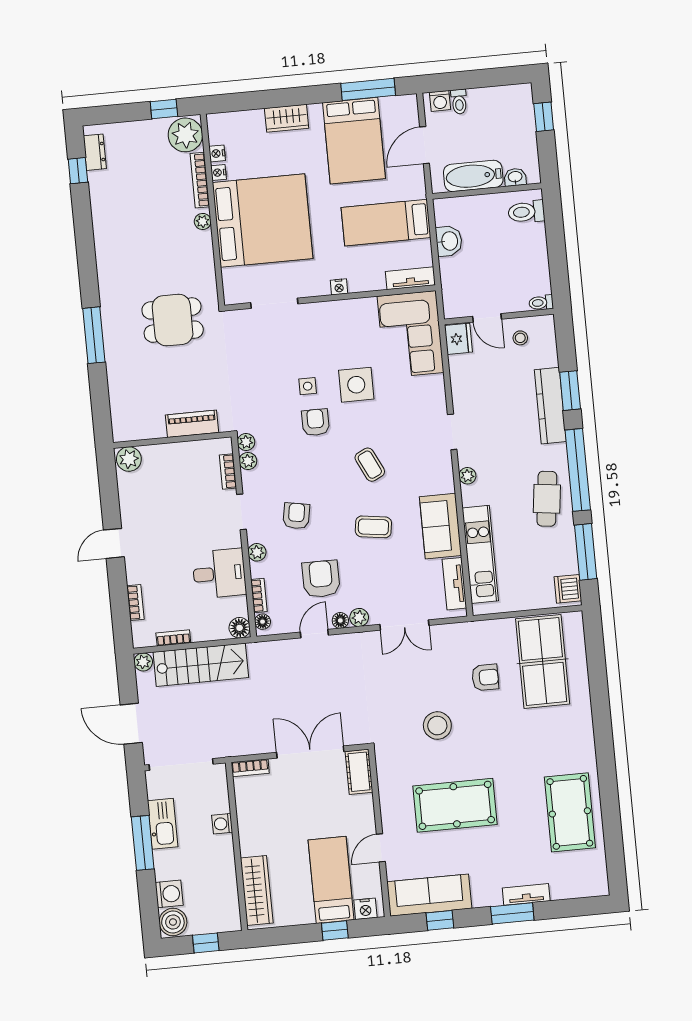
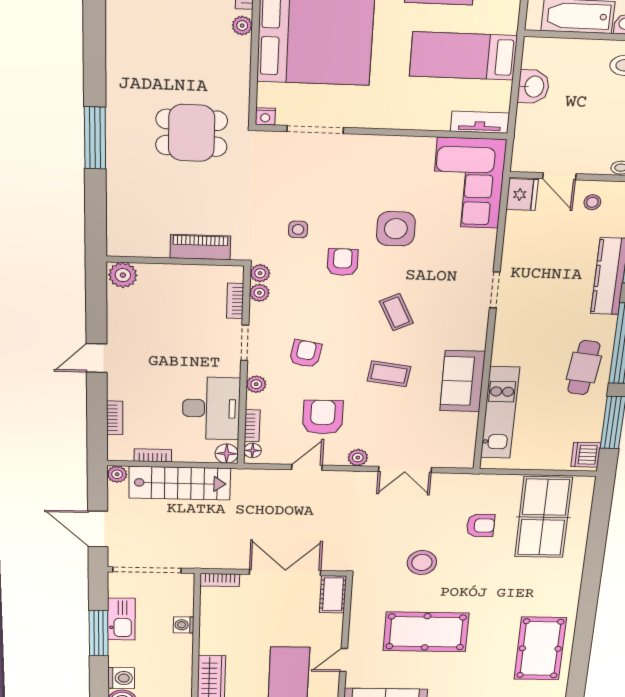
nightstand: (339, 287) -> (265, 116), moved
side table: (308, 386) -> (298, 229), moved
plant: (467, 476) -> (502, 336), removed
desk: (219, 573) -> (211, 408), width x1.37
tv unit: (454, 584) -> (466, 437), removed
floor lamp: (340, 620) -> (337, 458), removed

